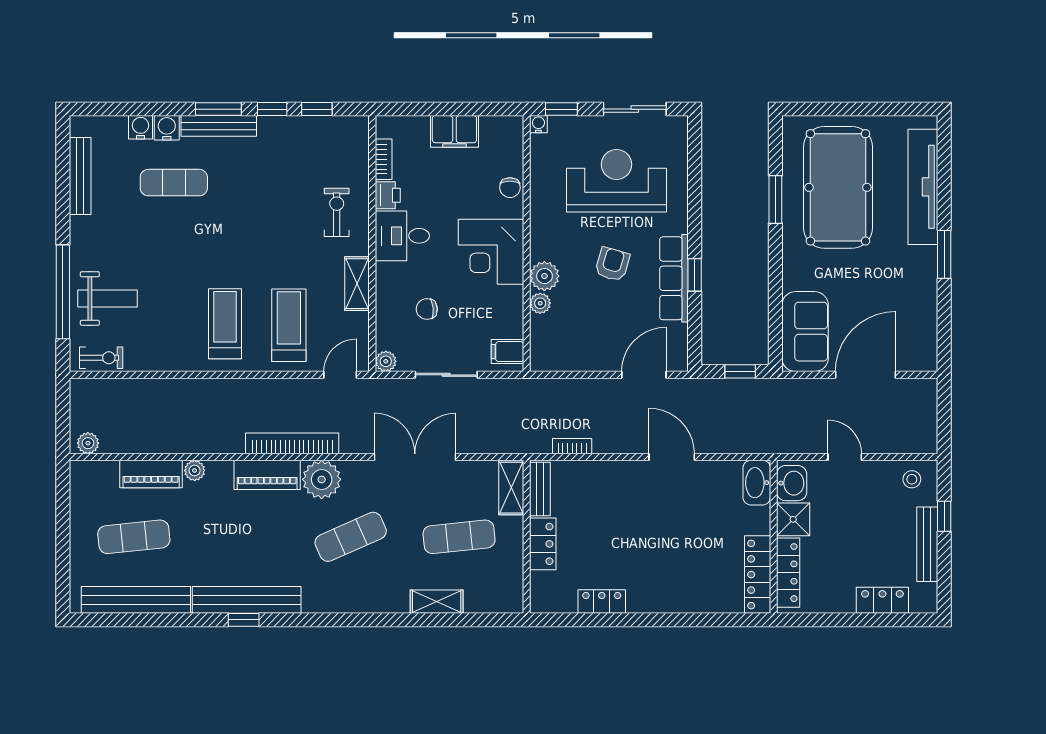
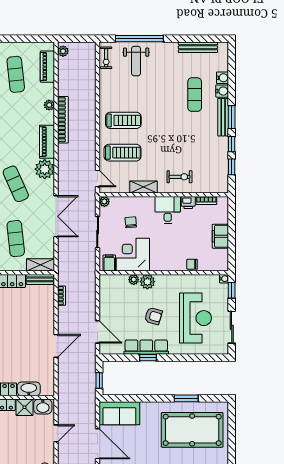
corner desk: (491, 252) -> (133, 255), moved
bookcase: (292, 443) -> (63, 120), moved
piano: (151, 474) -> (47, 67), moved
washbasin: (757, 483) -> (29, 389), moved

